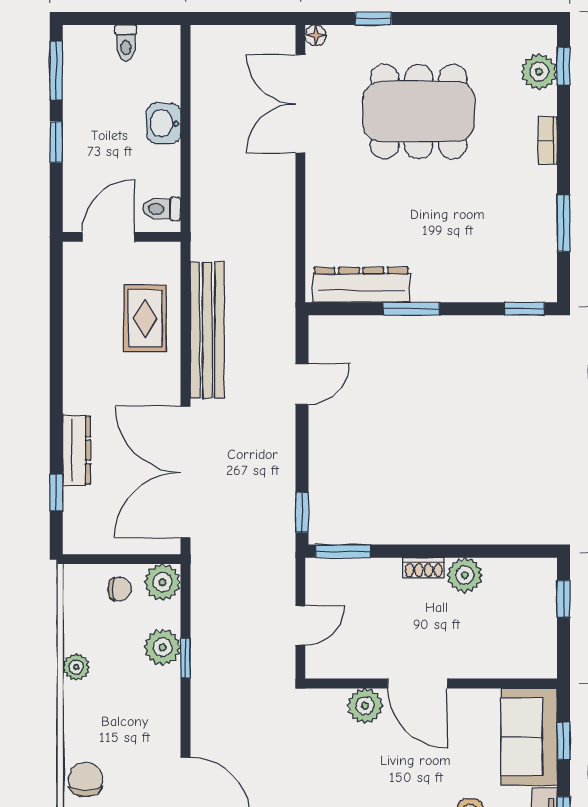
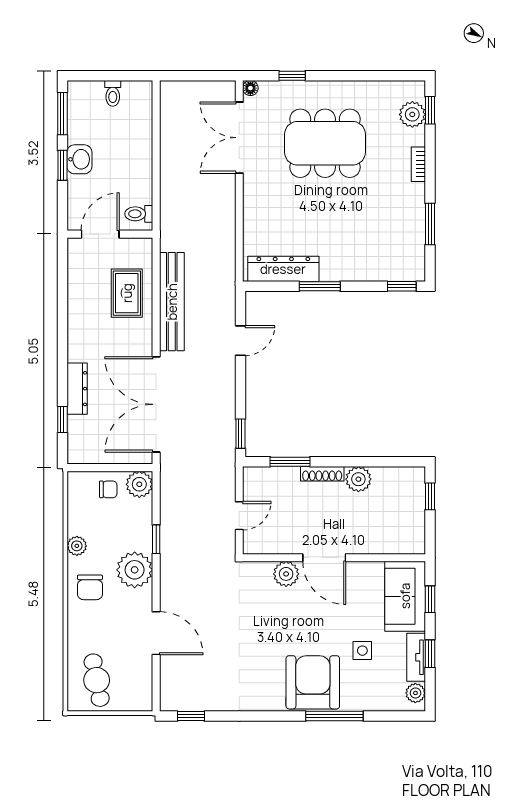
washbasin: (164, 123) -> (79, 159), moved, turned 180
window: (343, 551) -> (290, 462), moved
shoe rack: (424, 568) -> (322, 474), width x1.43
plant: (162, 647) -> (135, 570), moved, width x1.36, depth x1.36
chair: (86, 780) -> (90, 587), moved, turned 180

